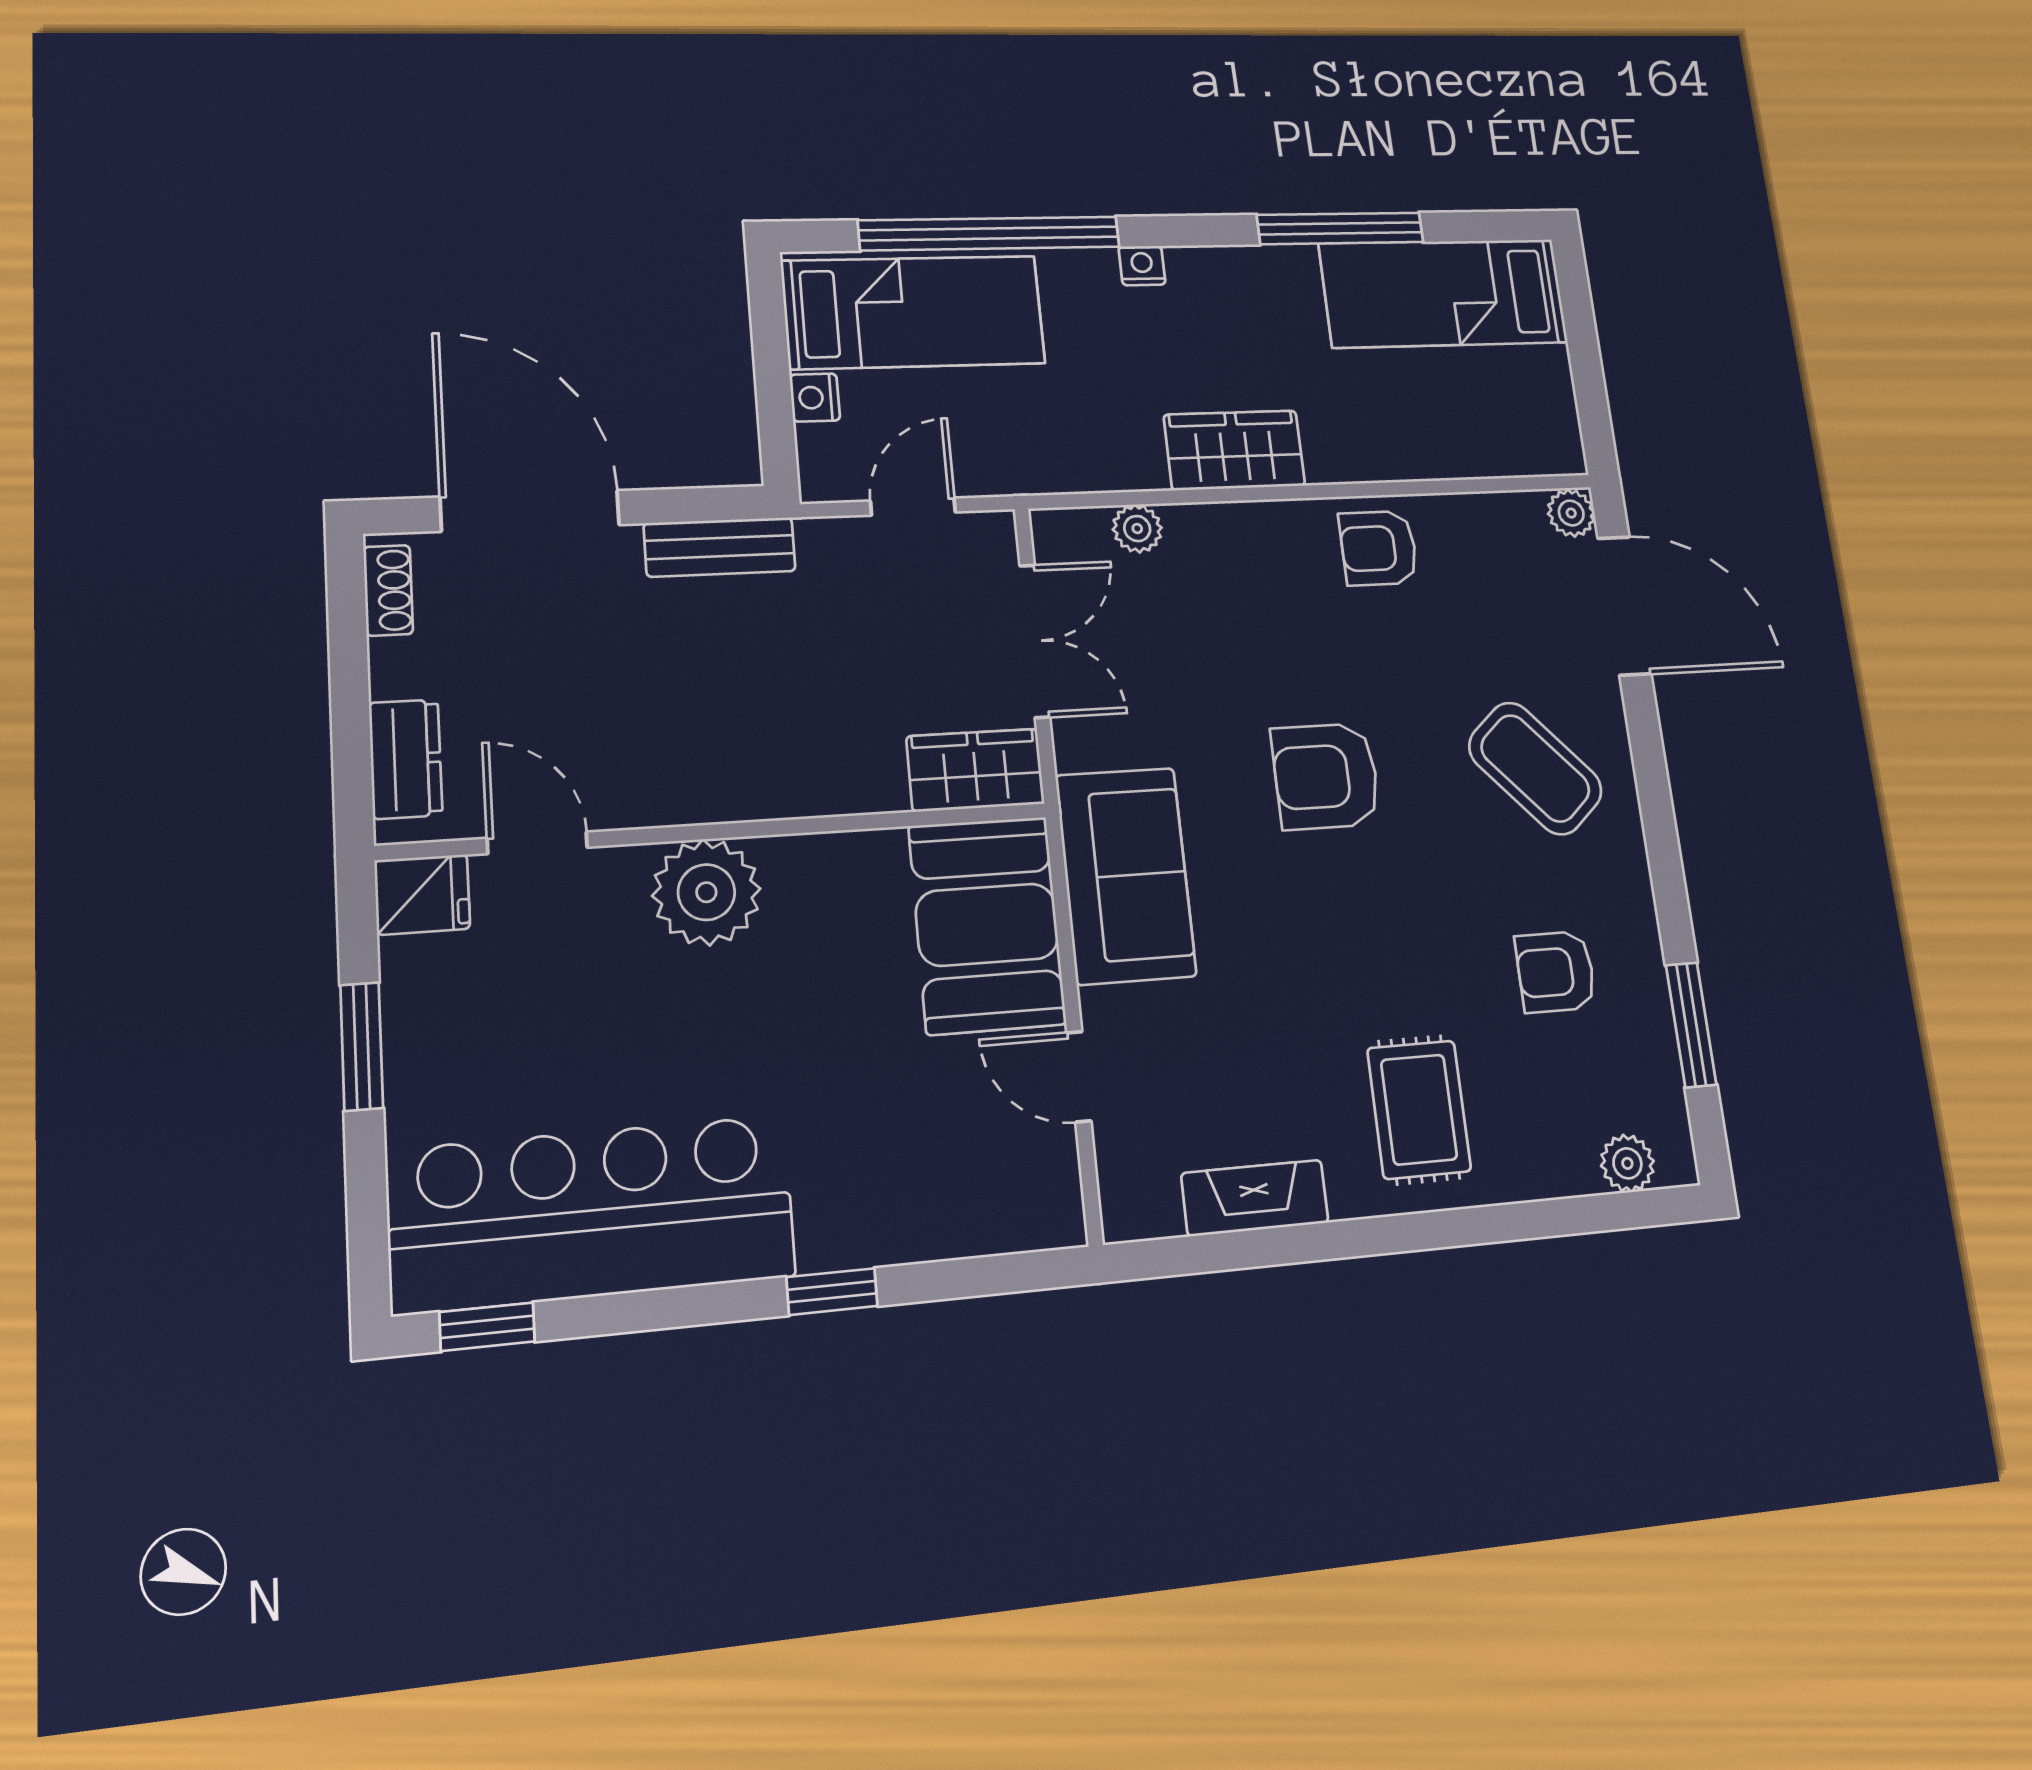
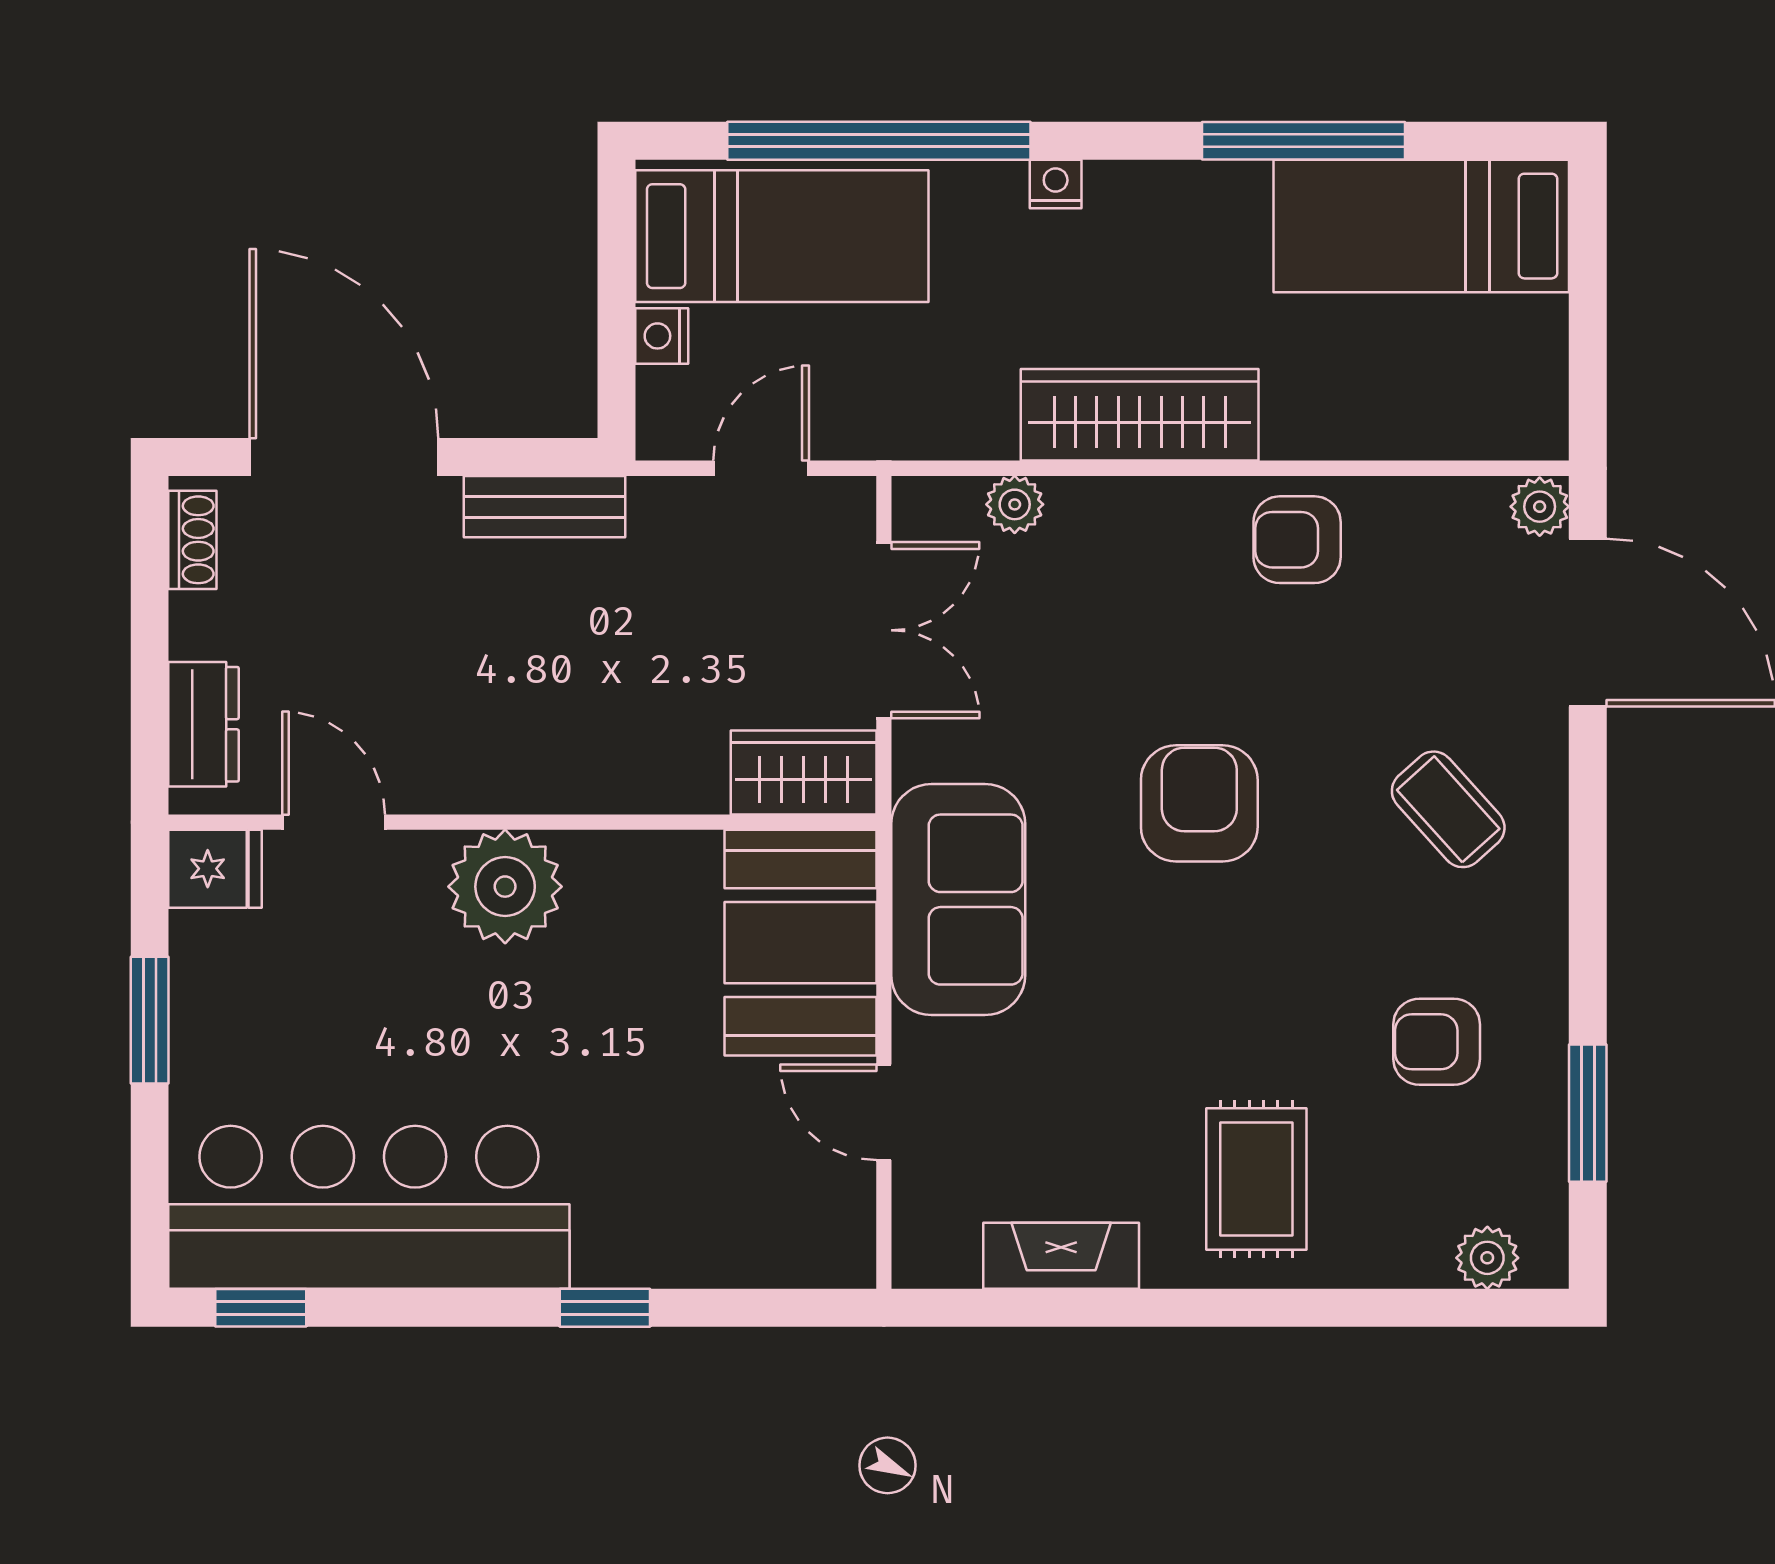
wardrobe: (1234, 450) -> (1140, 415), width x1.50
coffee table: (1535, 768) -> (1448, 809), width x0.73, depth x0.77
armchair: (1326, 776) -> (1199, 803), turned 90

